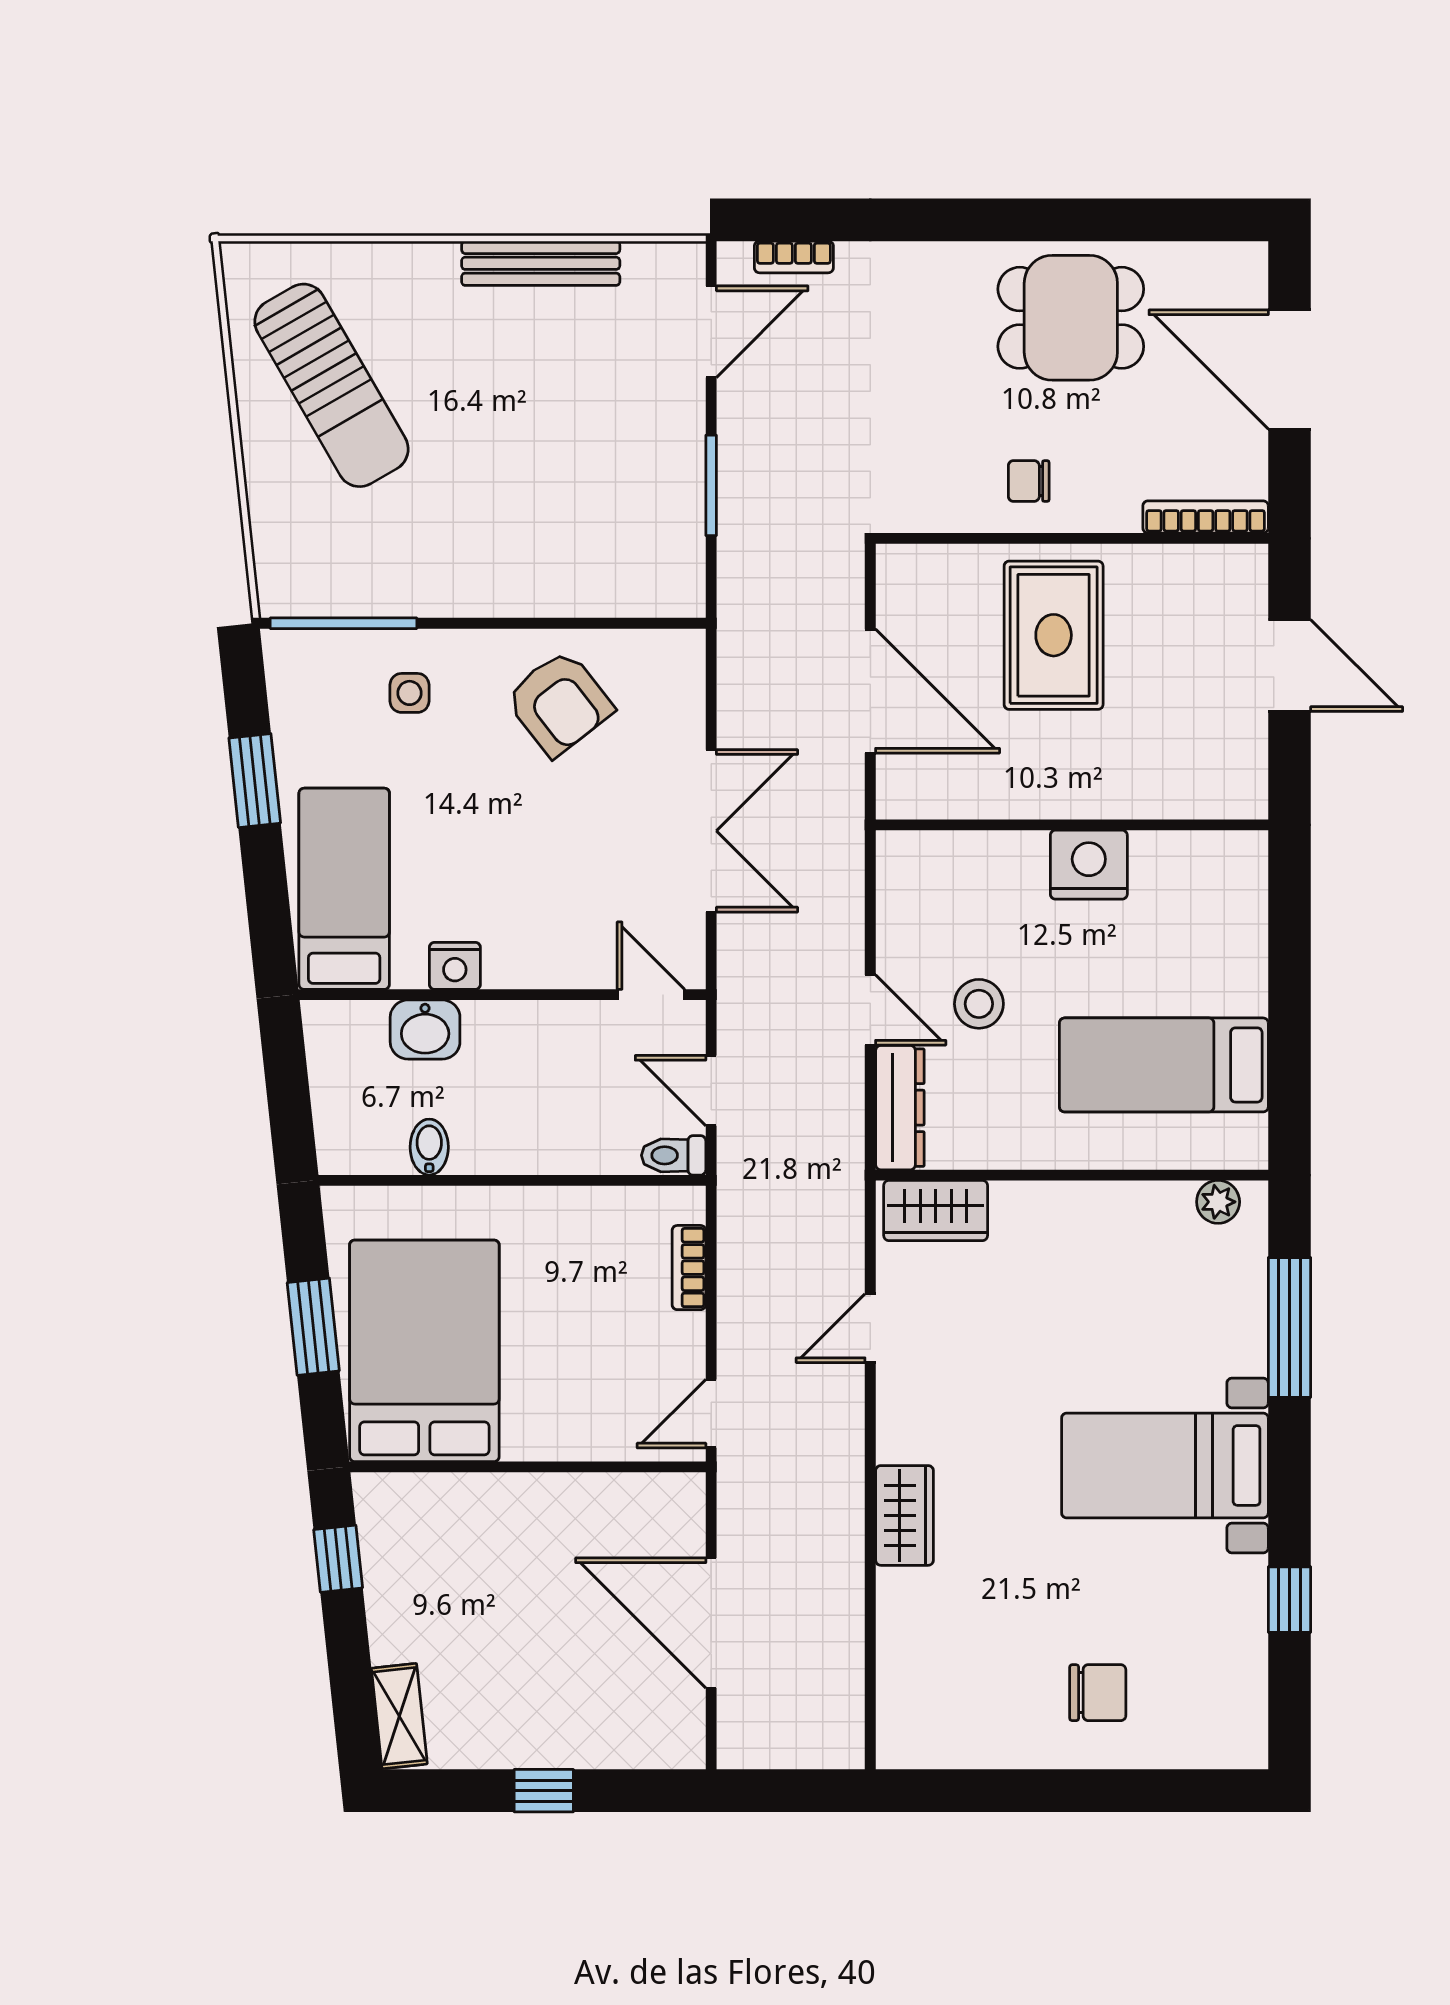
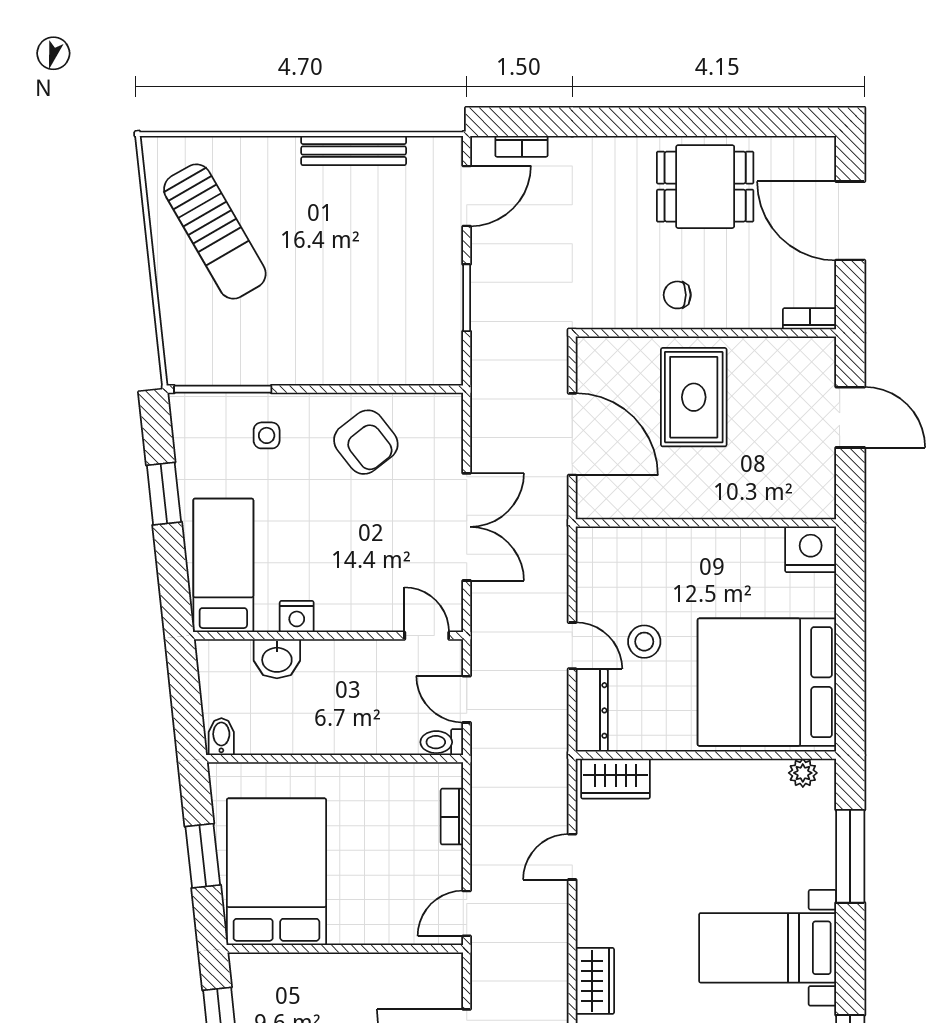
bookcase: (1206, 517) -> (810, 319), width x0.64
nightstand: (1089, 865) -> (811, 549), moved
bed: (1164, 1065) -> (767, 682), width x2.04
bidet: (429, 1147) -> (221, 737), moved

